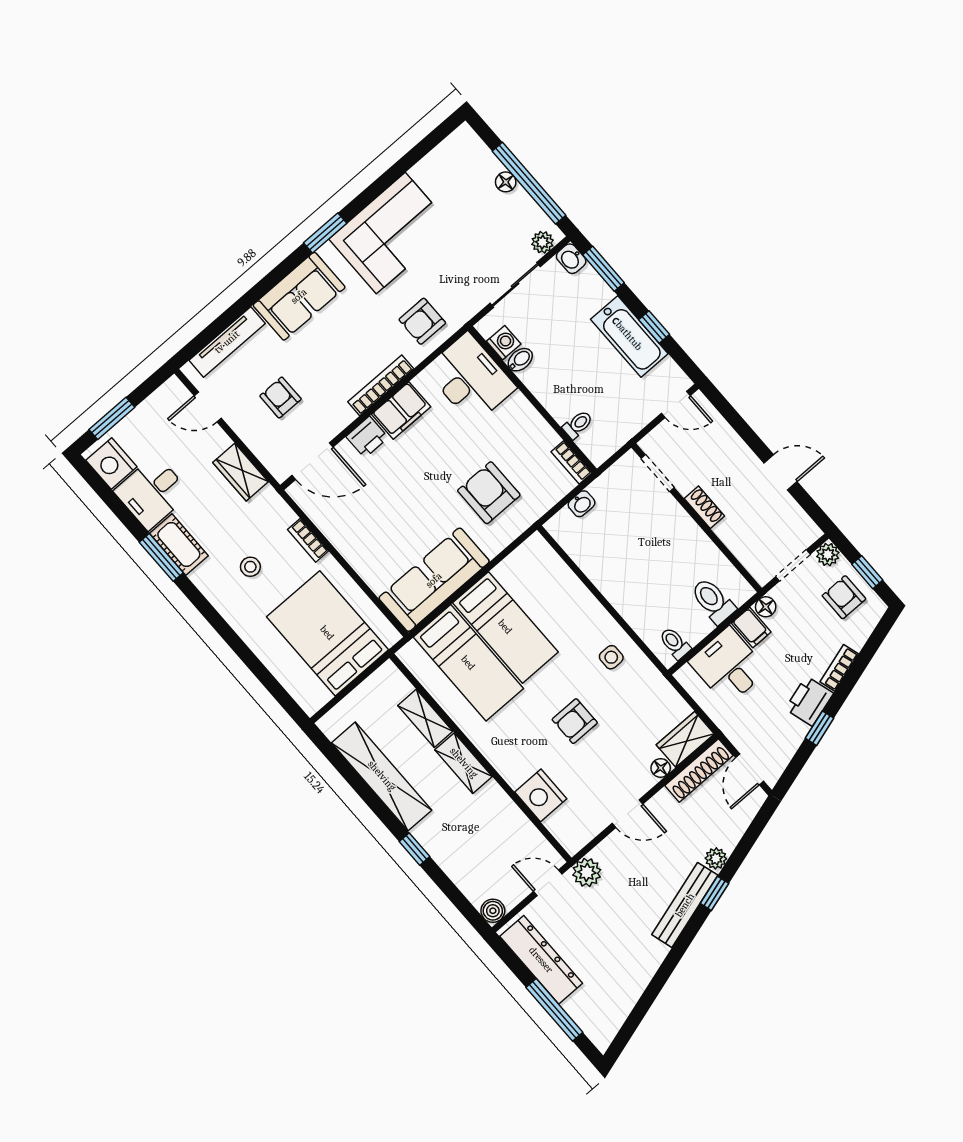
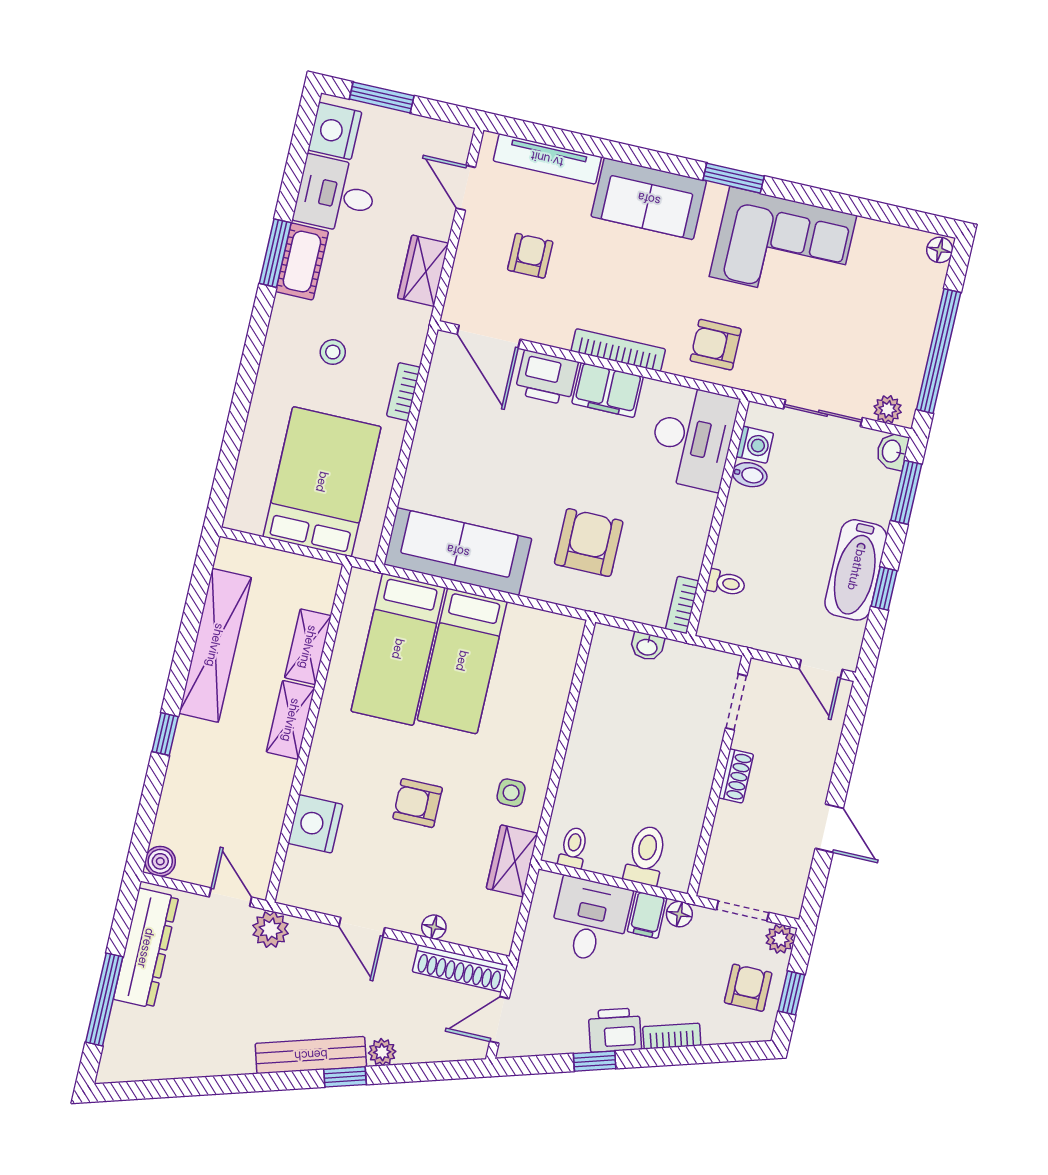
floor lamp: (506, 182) -> (940, 250), moved
printer: (367, 437) -> (546, 378), width x1.36, depth x1.24
wardrobe: (685, 739) -> (512, 861), moved, turned -90

